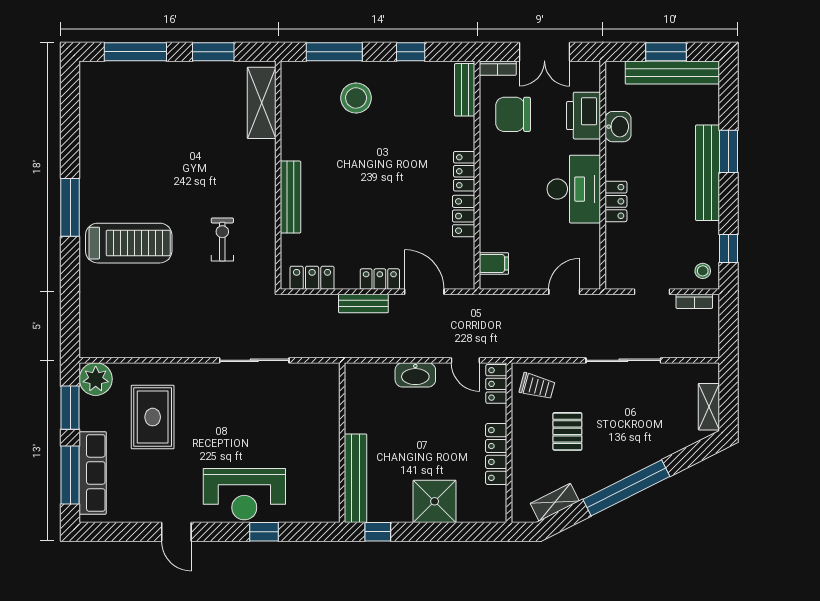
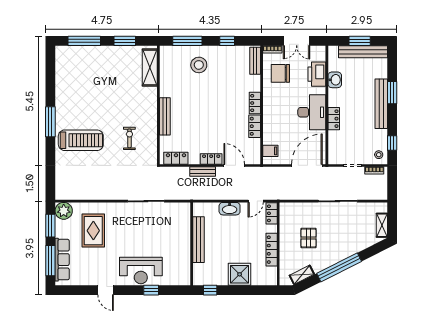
door: (564, 292) -> (307, 165), width x1.88
door: (465, 360) -> (256, 201), hinge flipped
trolley: (537, 386) -> (293, 215), removed
bench: (355, 478) -> (199, 240), moved

